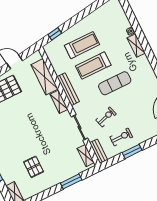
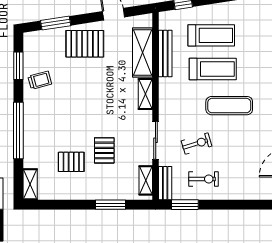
treadmill: (93, 66) -> (213, 69), turned 180
bench: (68, 89) -> (165, 53), moved
pallet: (51, 150) -> (104, 150), added
window: (132, 151) -> (185, 205), moved
pallet: (34, 167) -> (71, 162), turned 90

